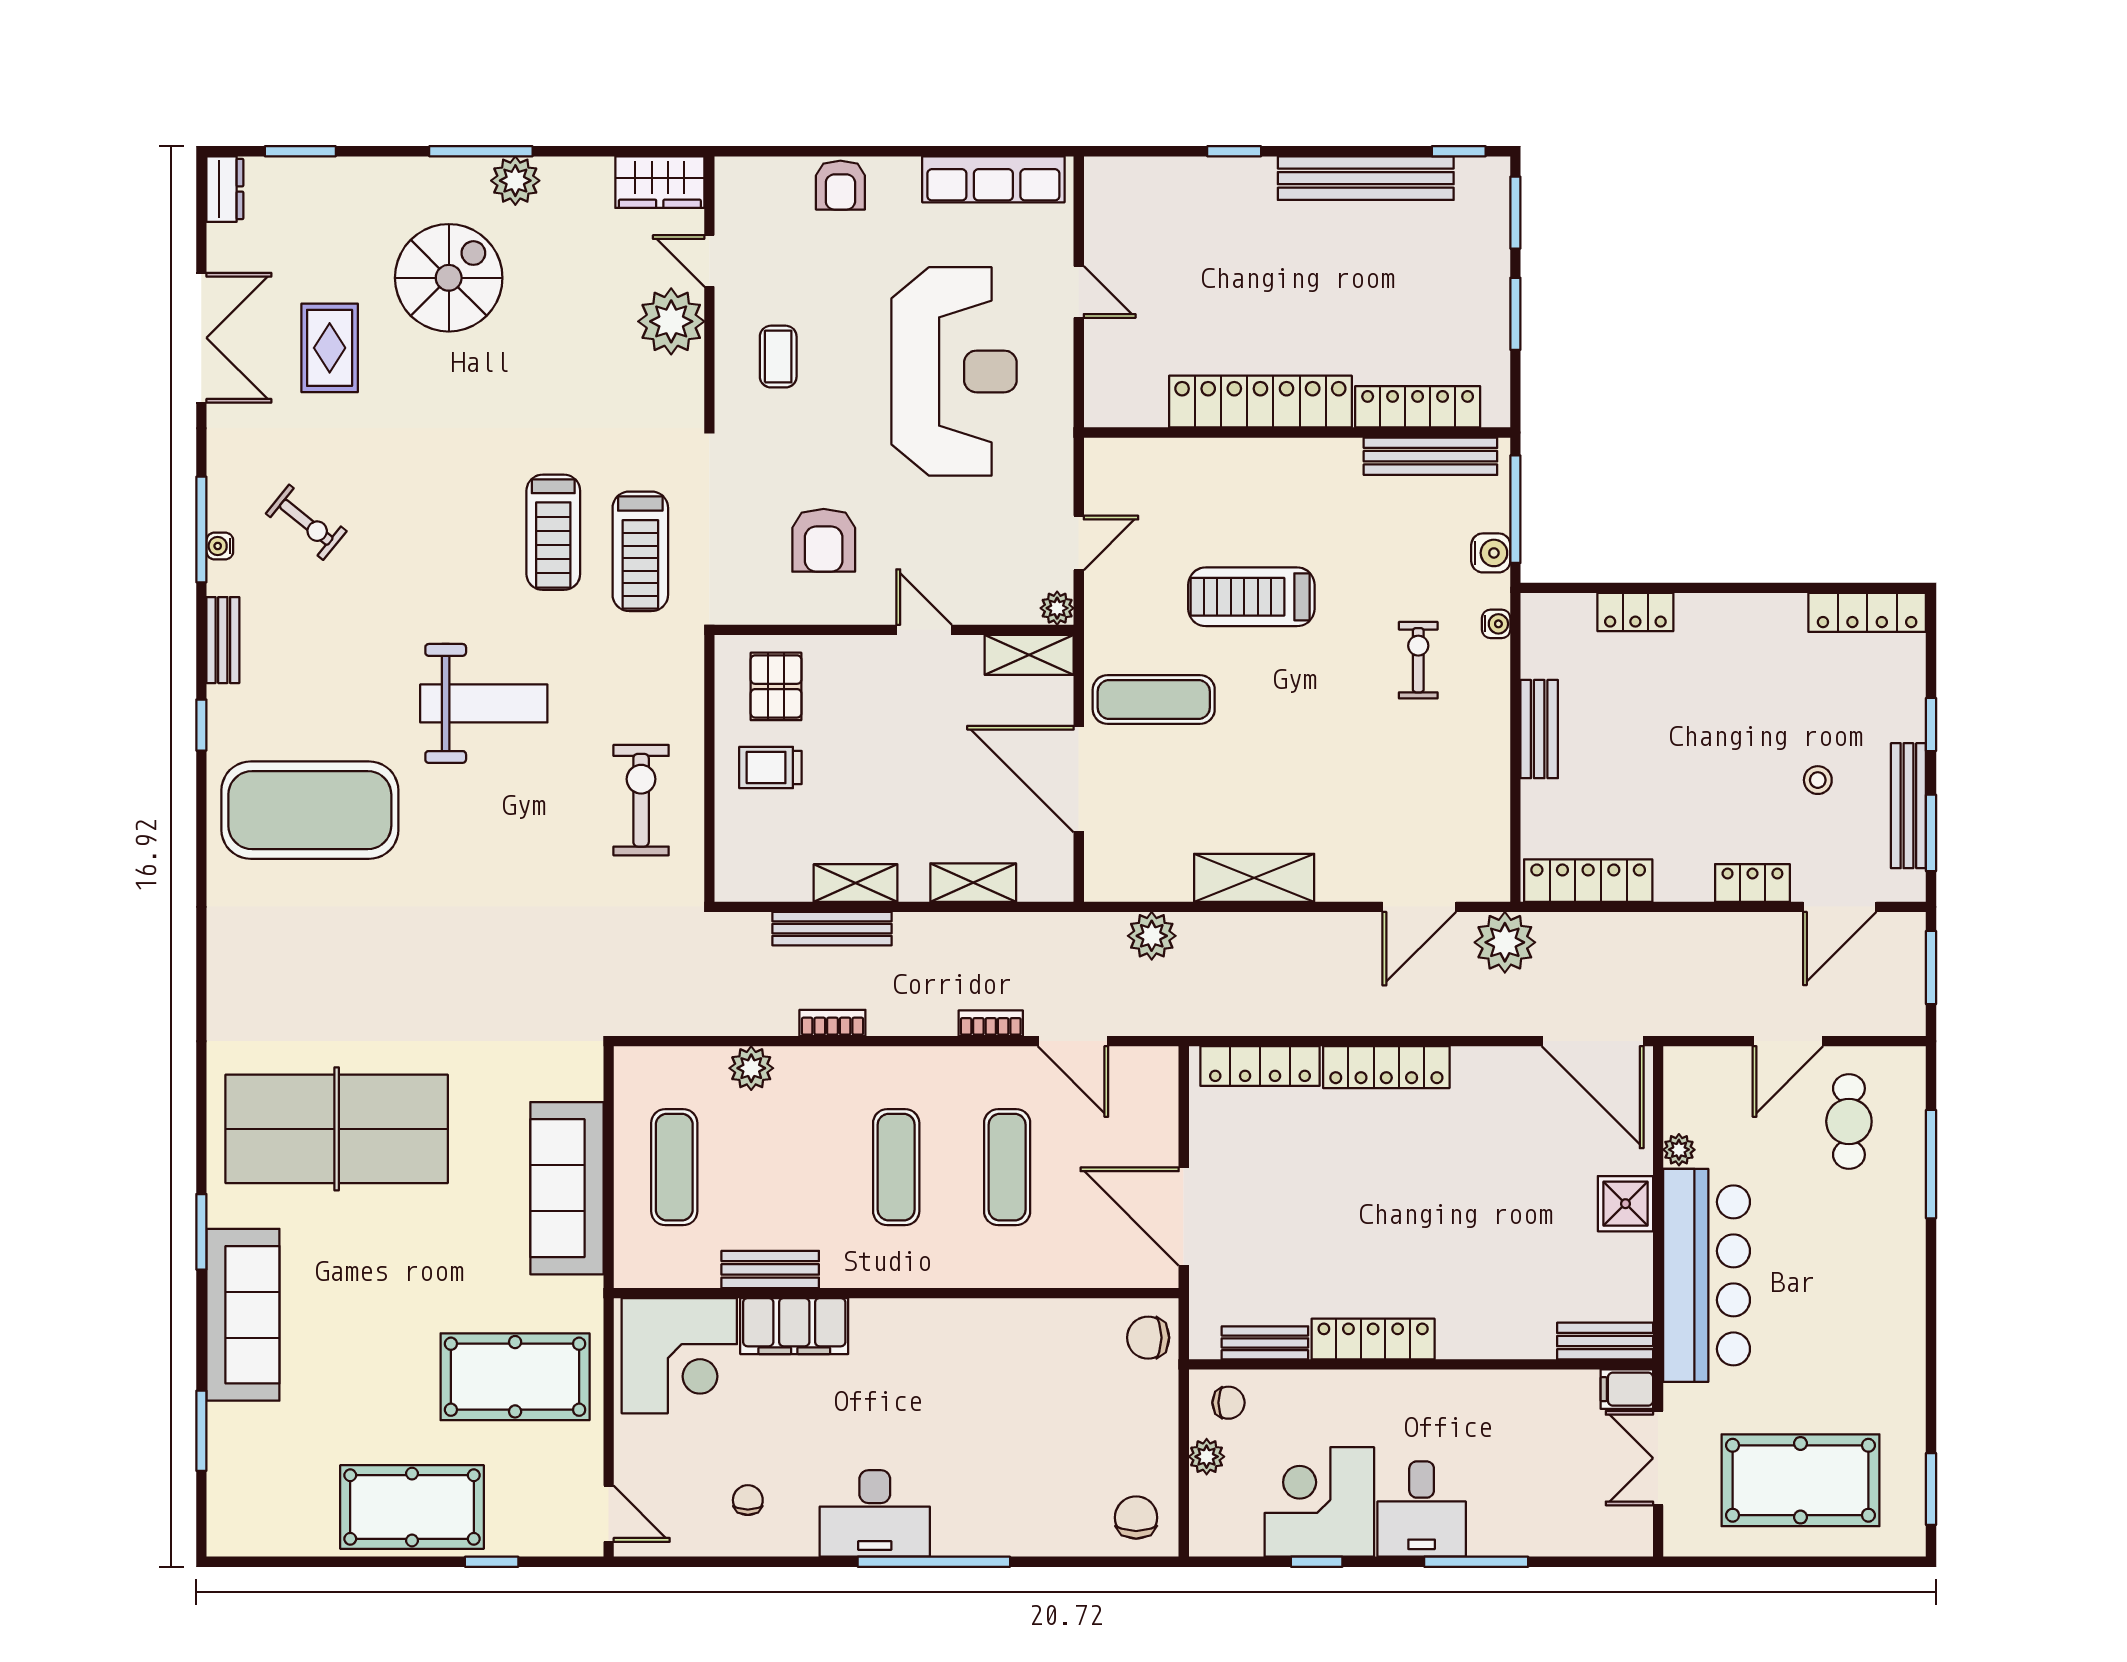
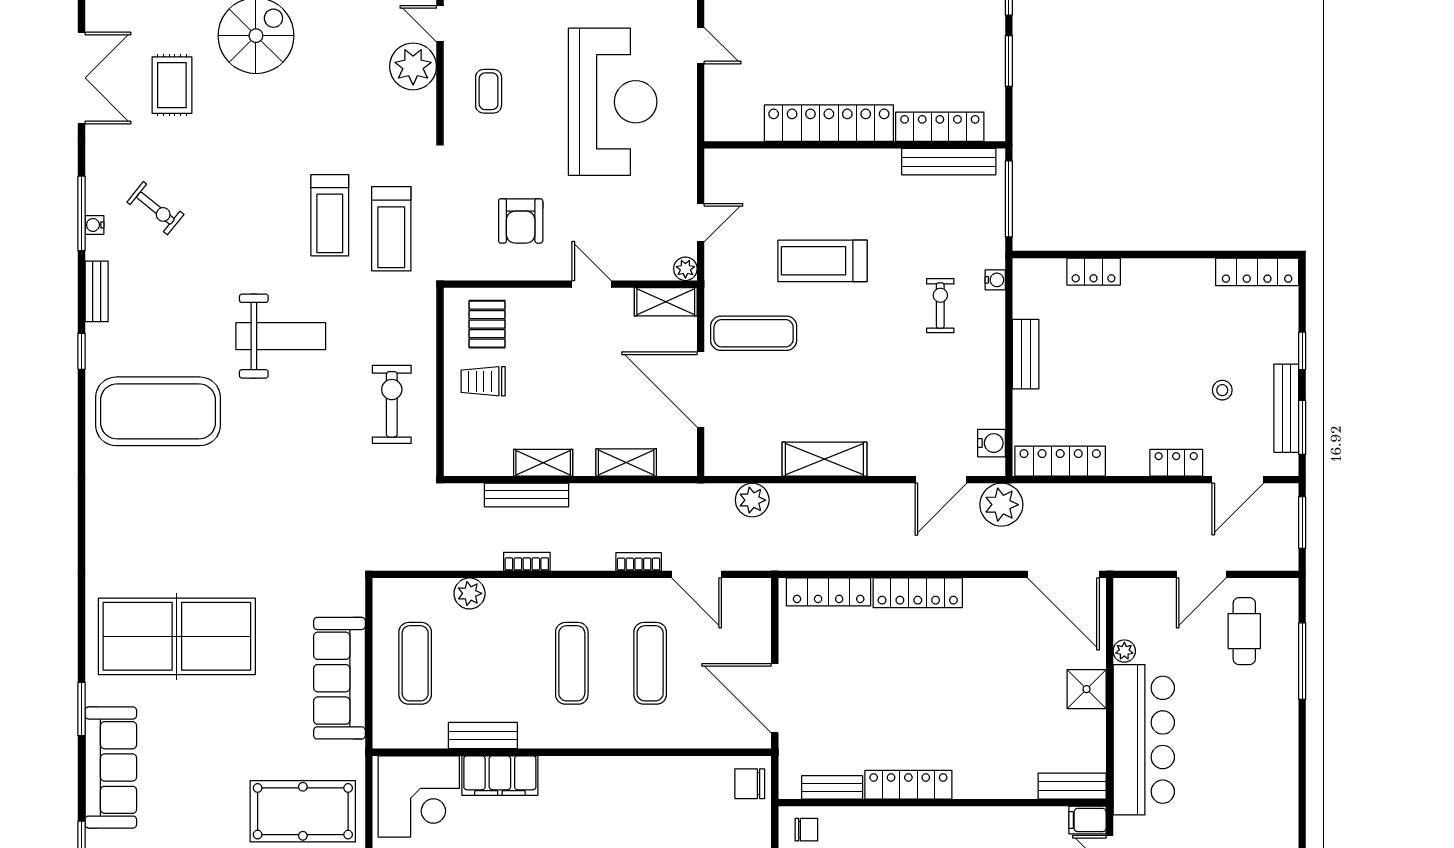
water cooler: (1491, 553) -> (991, 443), moved

